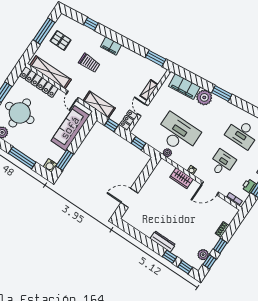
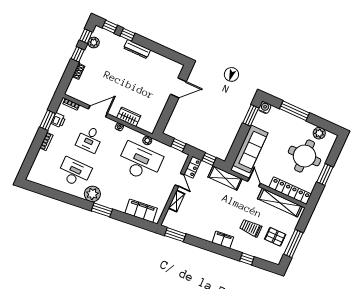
trolley: (89, 63) -> (251, 228), moved
plant: (204, 97) -> (92, 194), moved
desk: (178, 133) -> (140, 162), turned 180

